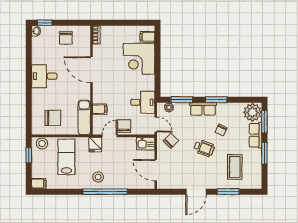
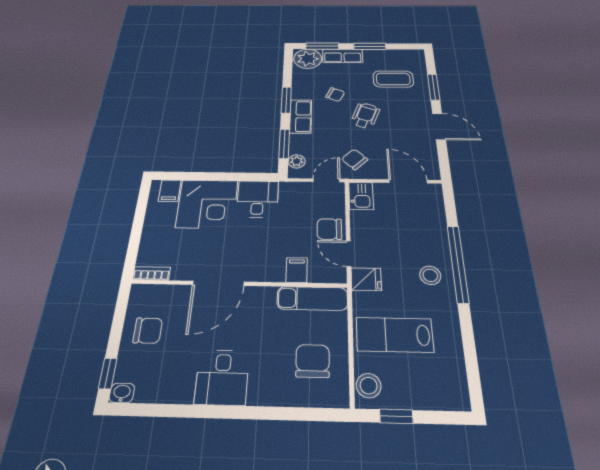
desk: (143, 102) -> (258, 199), moved
door: (156, 170) -> (408, 181), swing flipped
filing cabinet: (39, 183) -> (458, 395), removed

